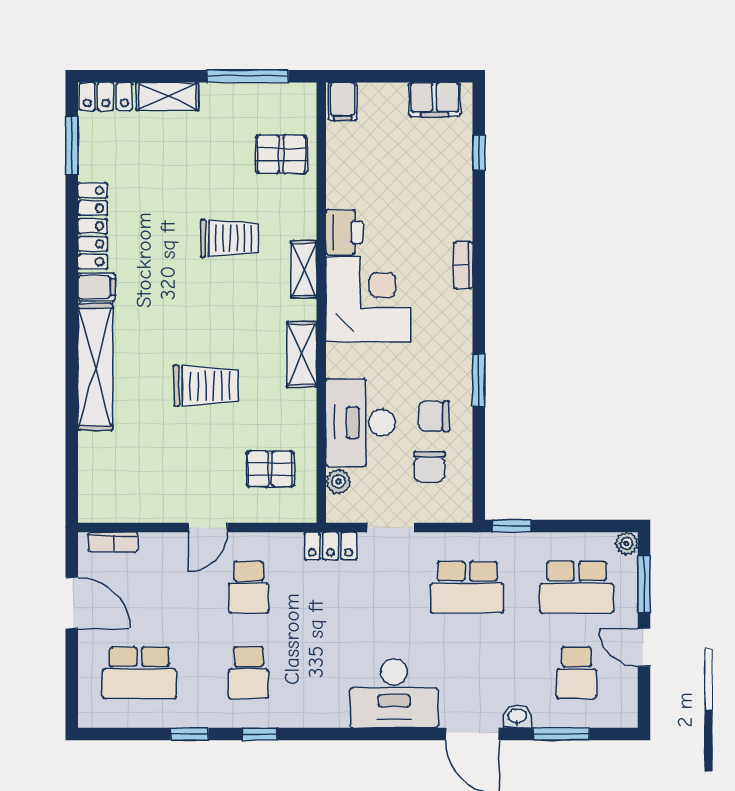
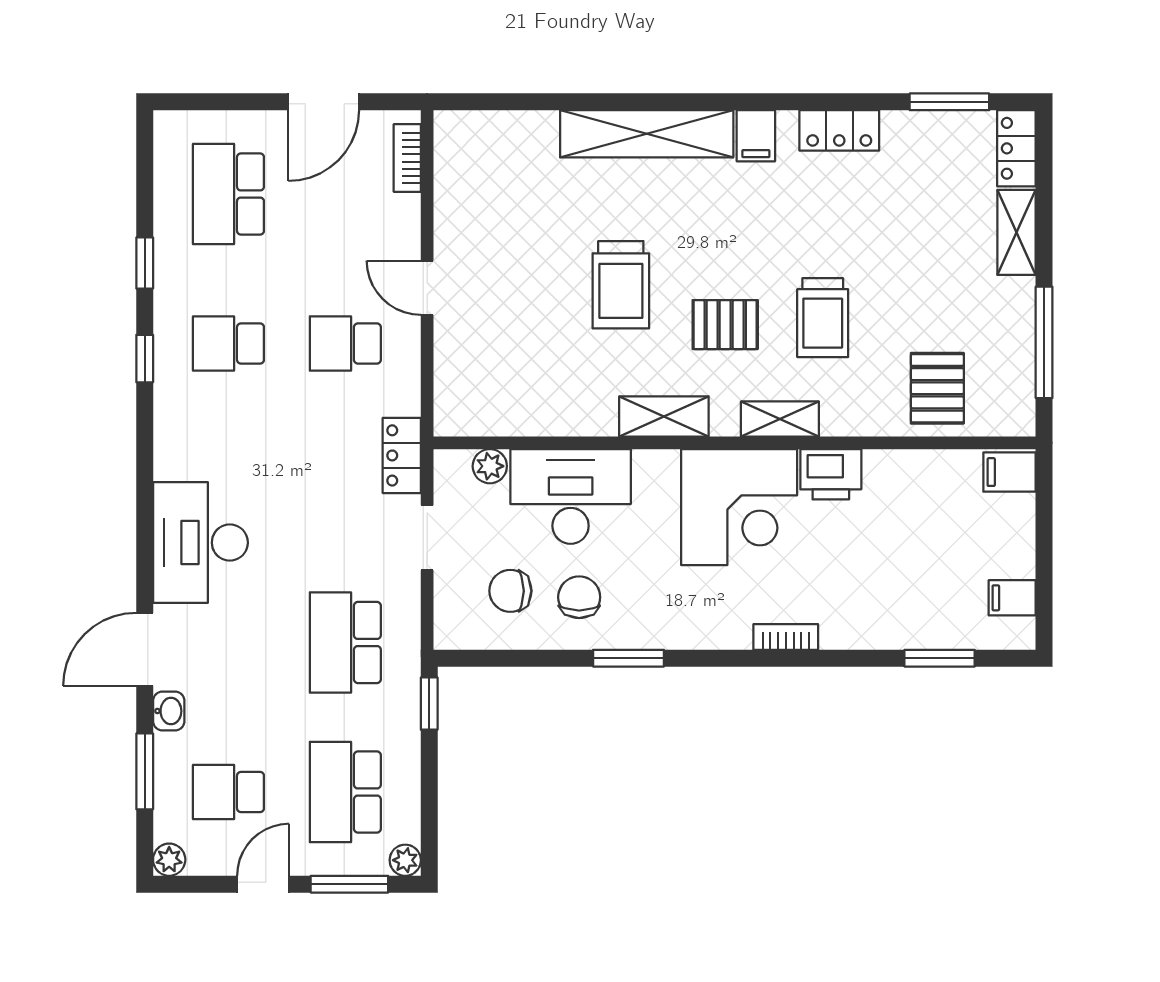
filing cabinet: (435, 100) -> (1012, 598), width x0.50
window: (479, 153) -> (940, 658), width x1.50
locker: (93, 226) -> (839, 130), width x0.66
pallet: (270, 469) -> (725, 325), moved, turned 90
plant: (626, 716) -> (169, 860), added

